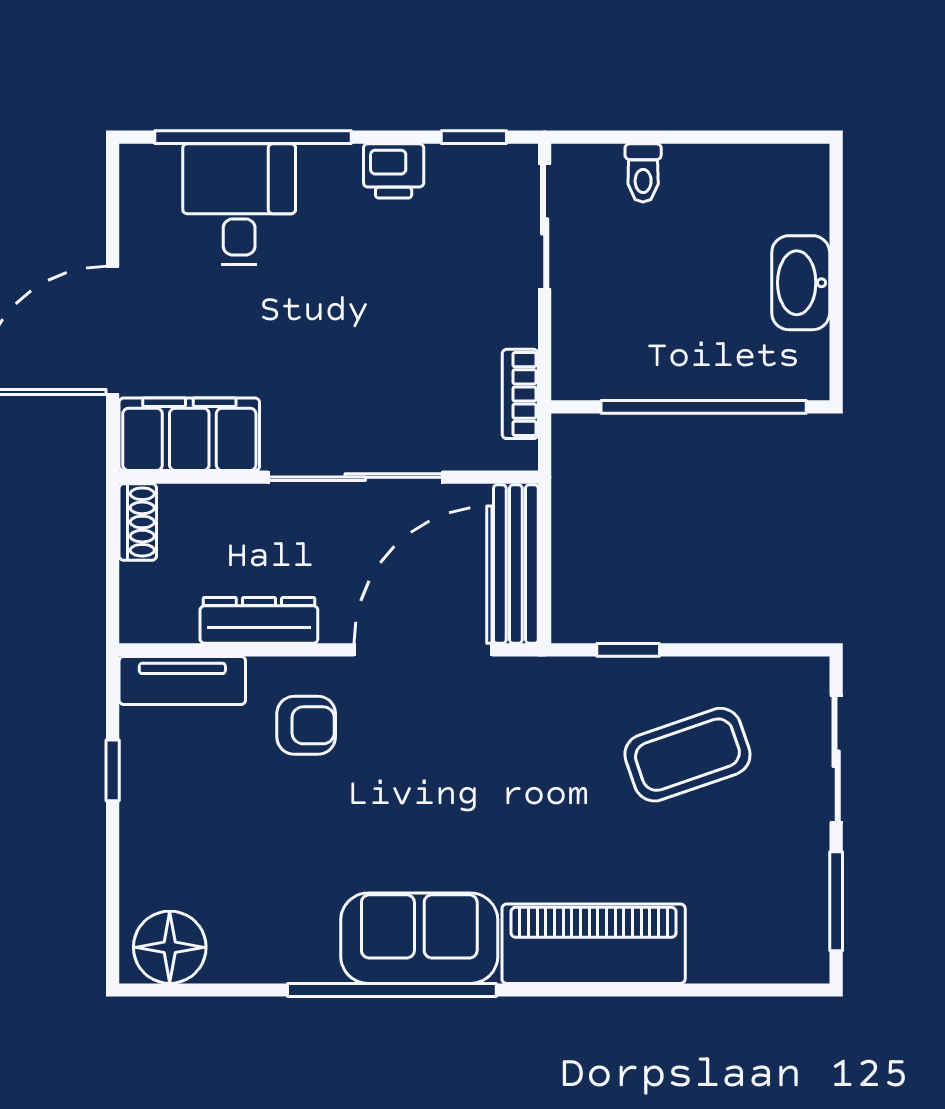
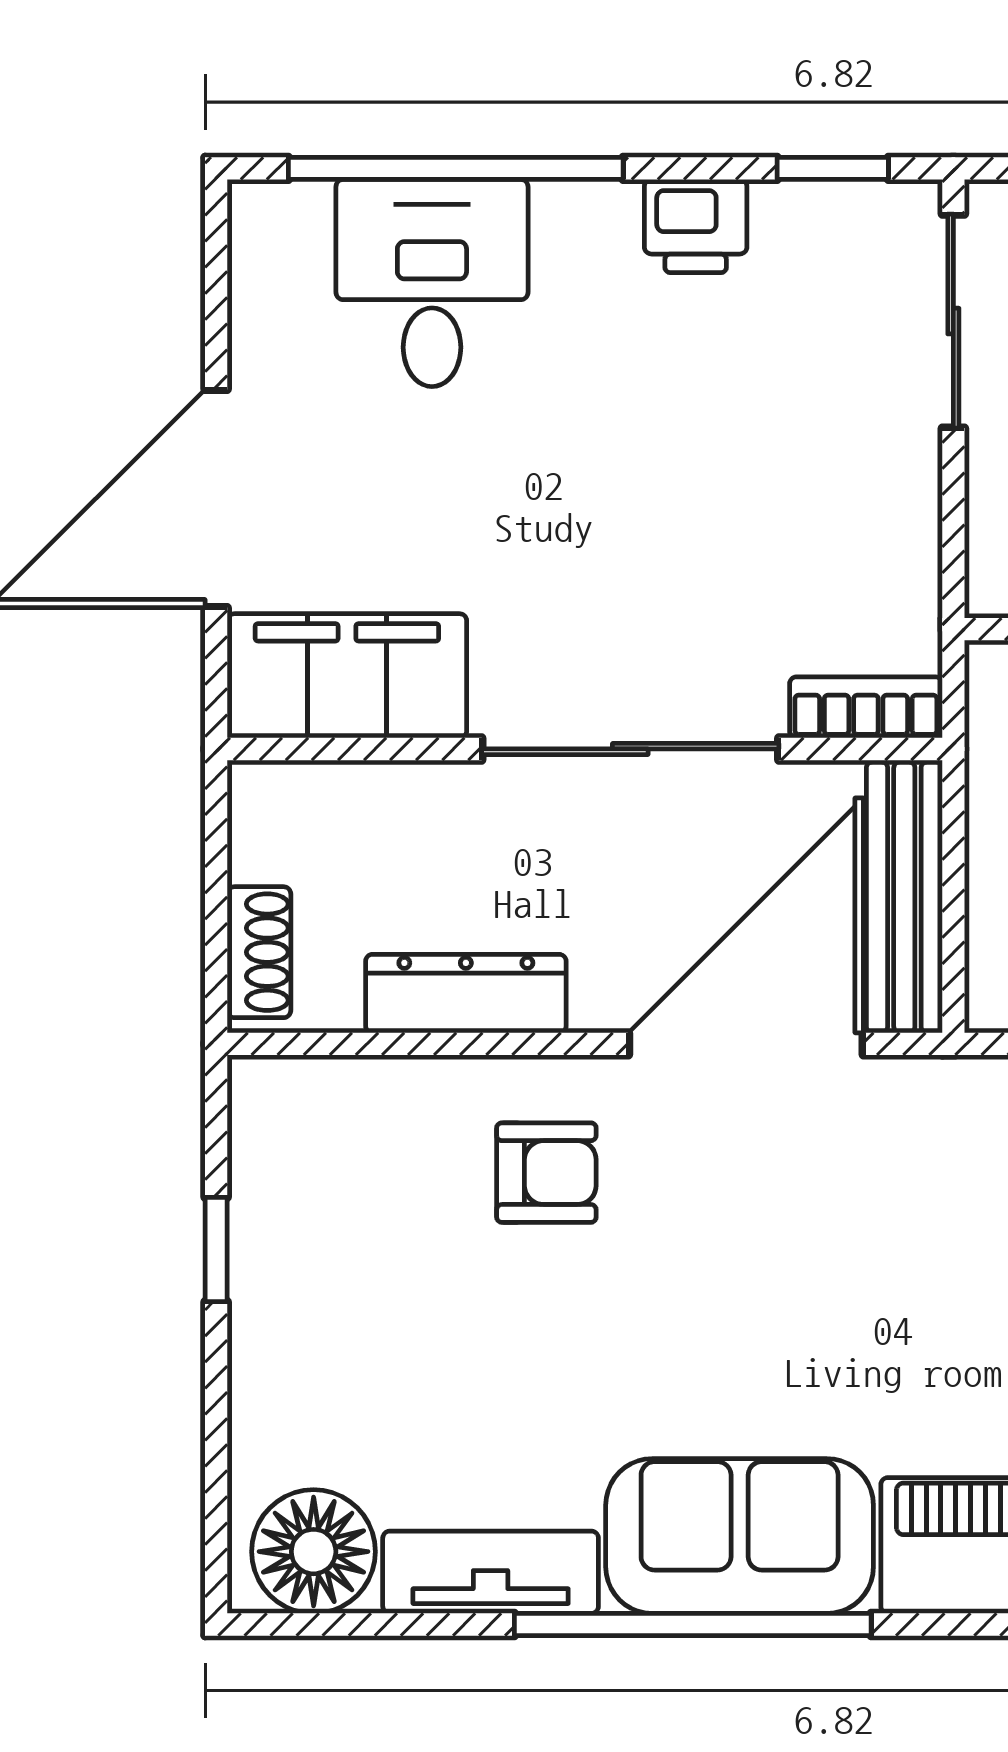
bookcase: (520, 394) -> (866, 707), moved, turned 90
shoe rack: (138, 522) -> (259, 952), moved
tv unit: (182, 680) -> (491, 1572), moved, turned 180

